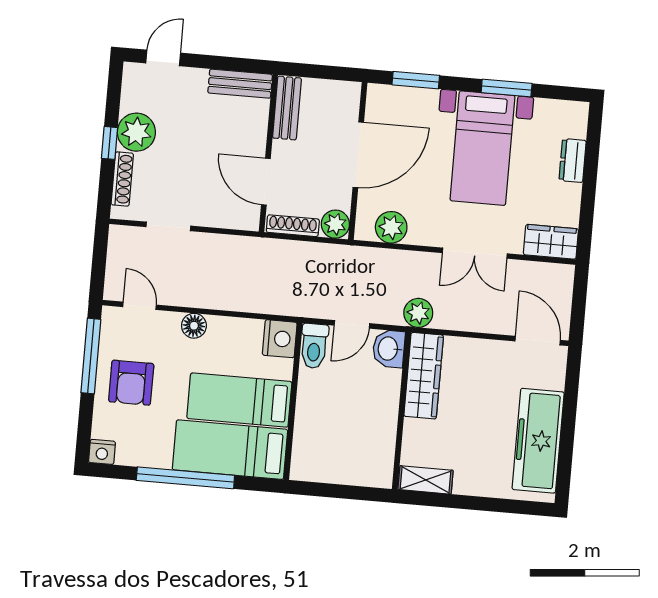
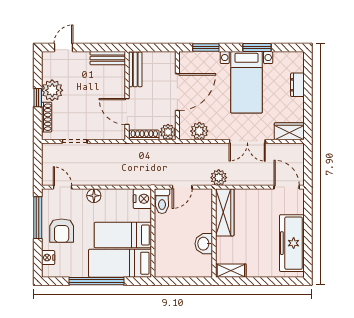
washbasin: (389, 349) -> (204, 244), moved
nightstand: (102, 452) -> (48, 258), moved, turned 90

